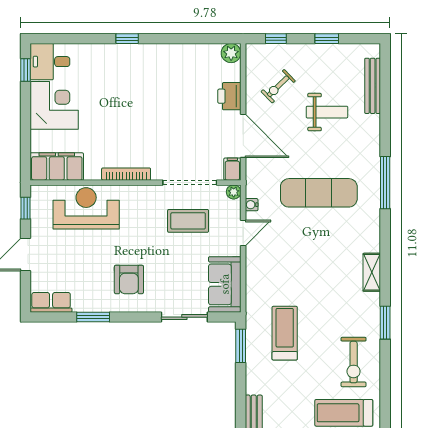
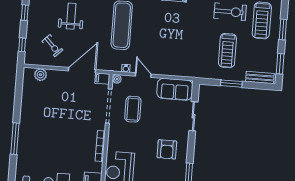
window: (127, 39) -> (15, 139), width x2.17
plant: (231, 53) -> (40, 75), moved
printer: (229, 96) -> (56, 77), removed
armchair: (129, 279) -> (167, 149), turned 90
treadmill: (285, 333) -> (227, 51), moved, turned -90
window: (241, 346) -> (231, 84), moved

